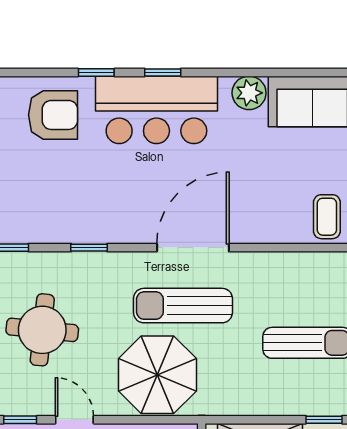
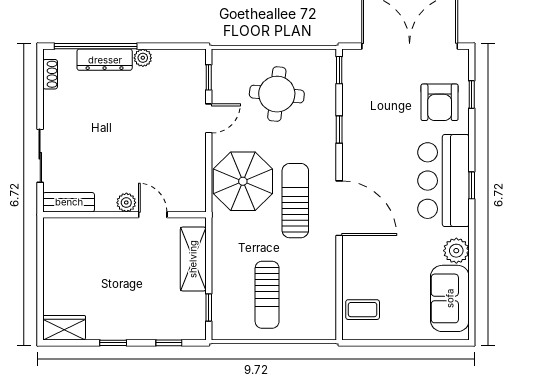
window: (96, 72) -> (472, 94), moved

